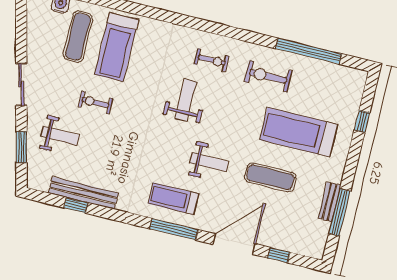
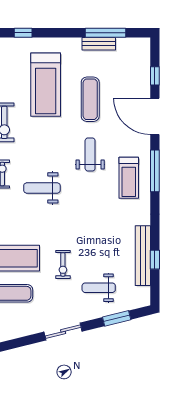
weight bench: (60, 136) -> (99, 288), turned -90

